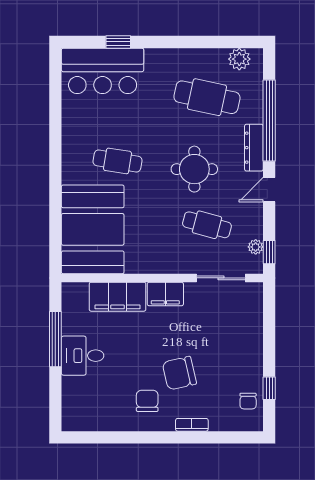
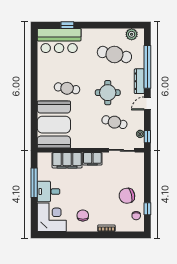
chair: (179, 373) -> (127, 196), moved
corner desk: (89, 404) -> (52, 217), added

